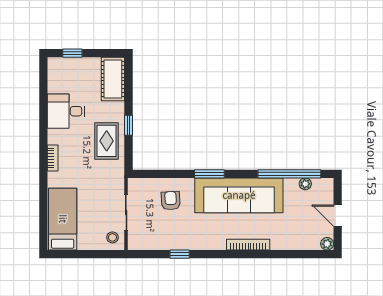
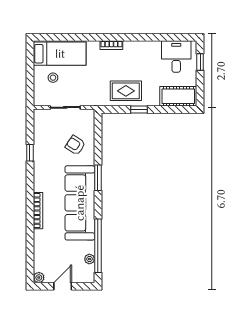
desk: (66, 111) -> (176, 57), moved
armchair: (171, 201) -> (75, 145), turned -144
stool: (112, 237) -> (53, 78), moved

